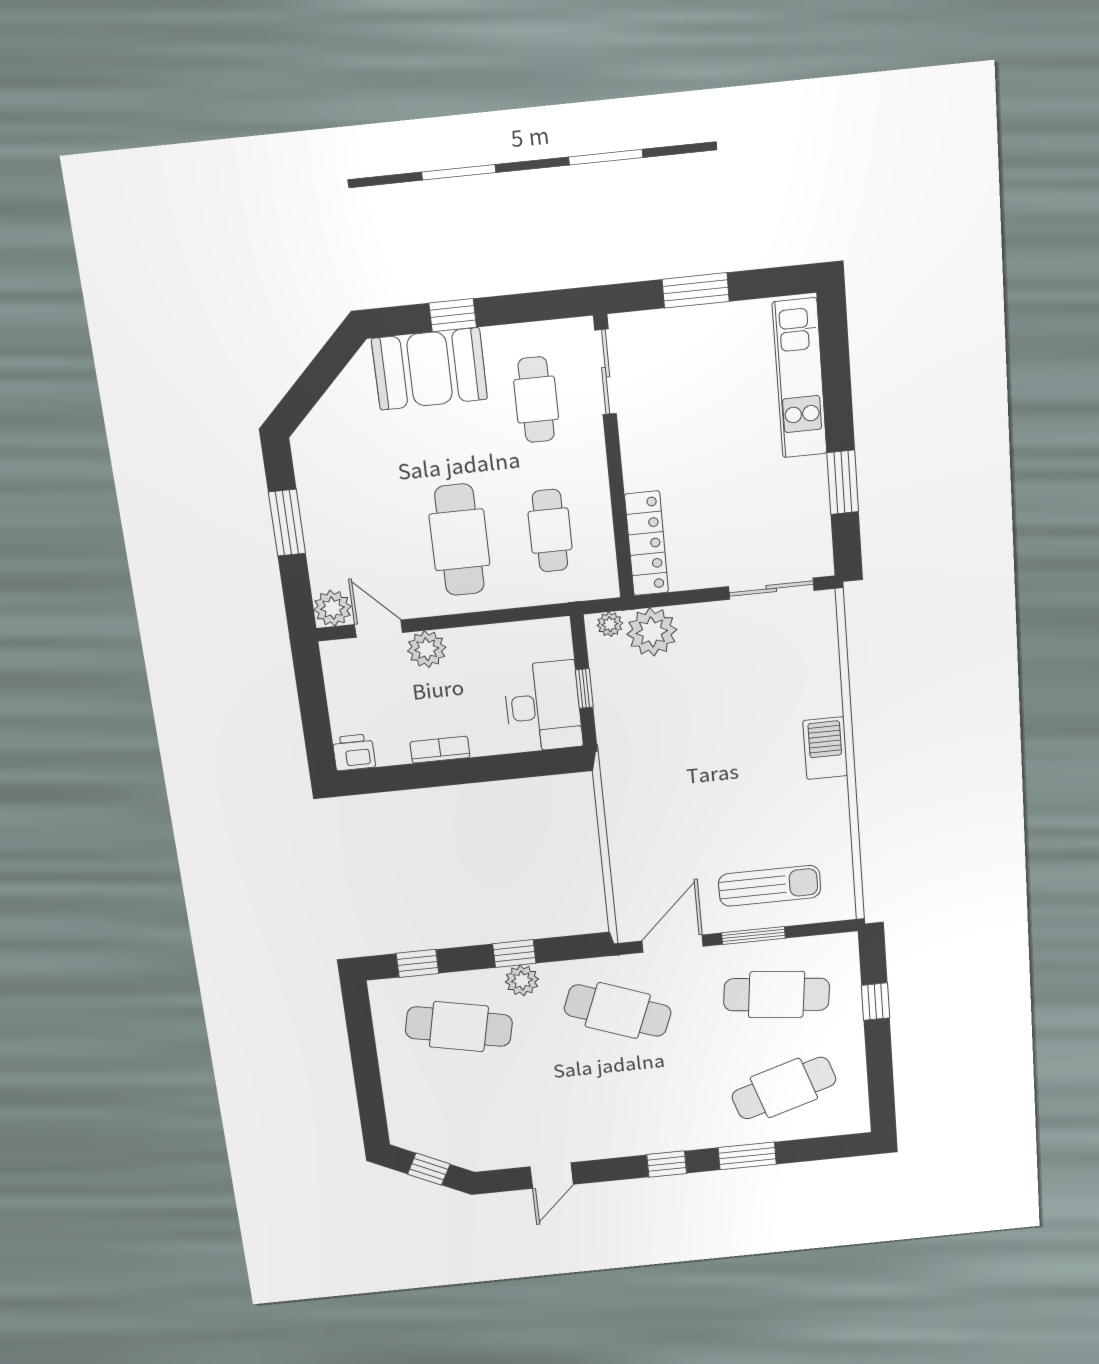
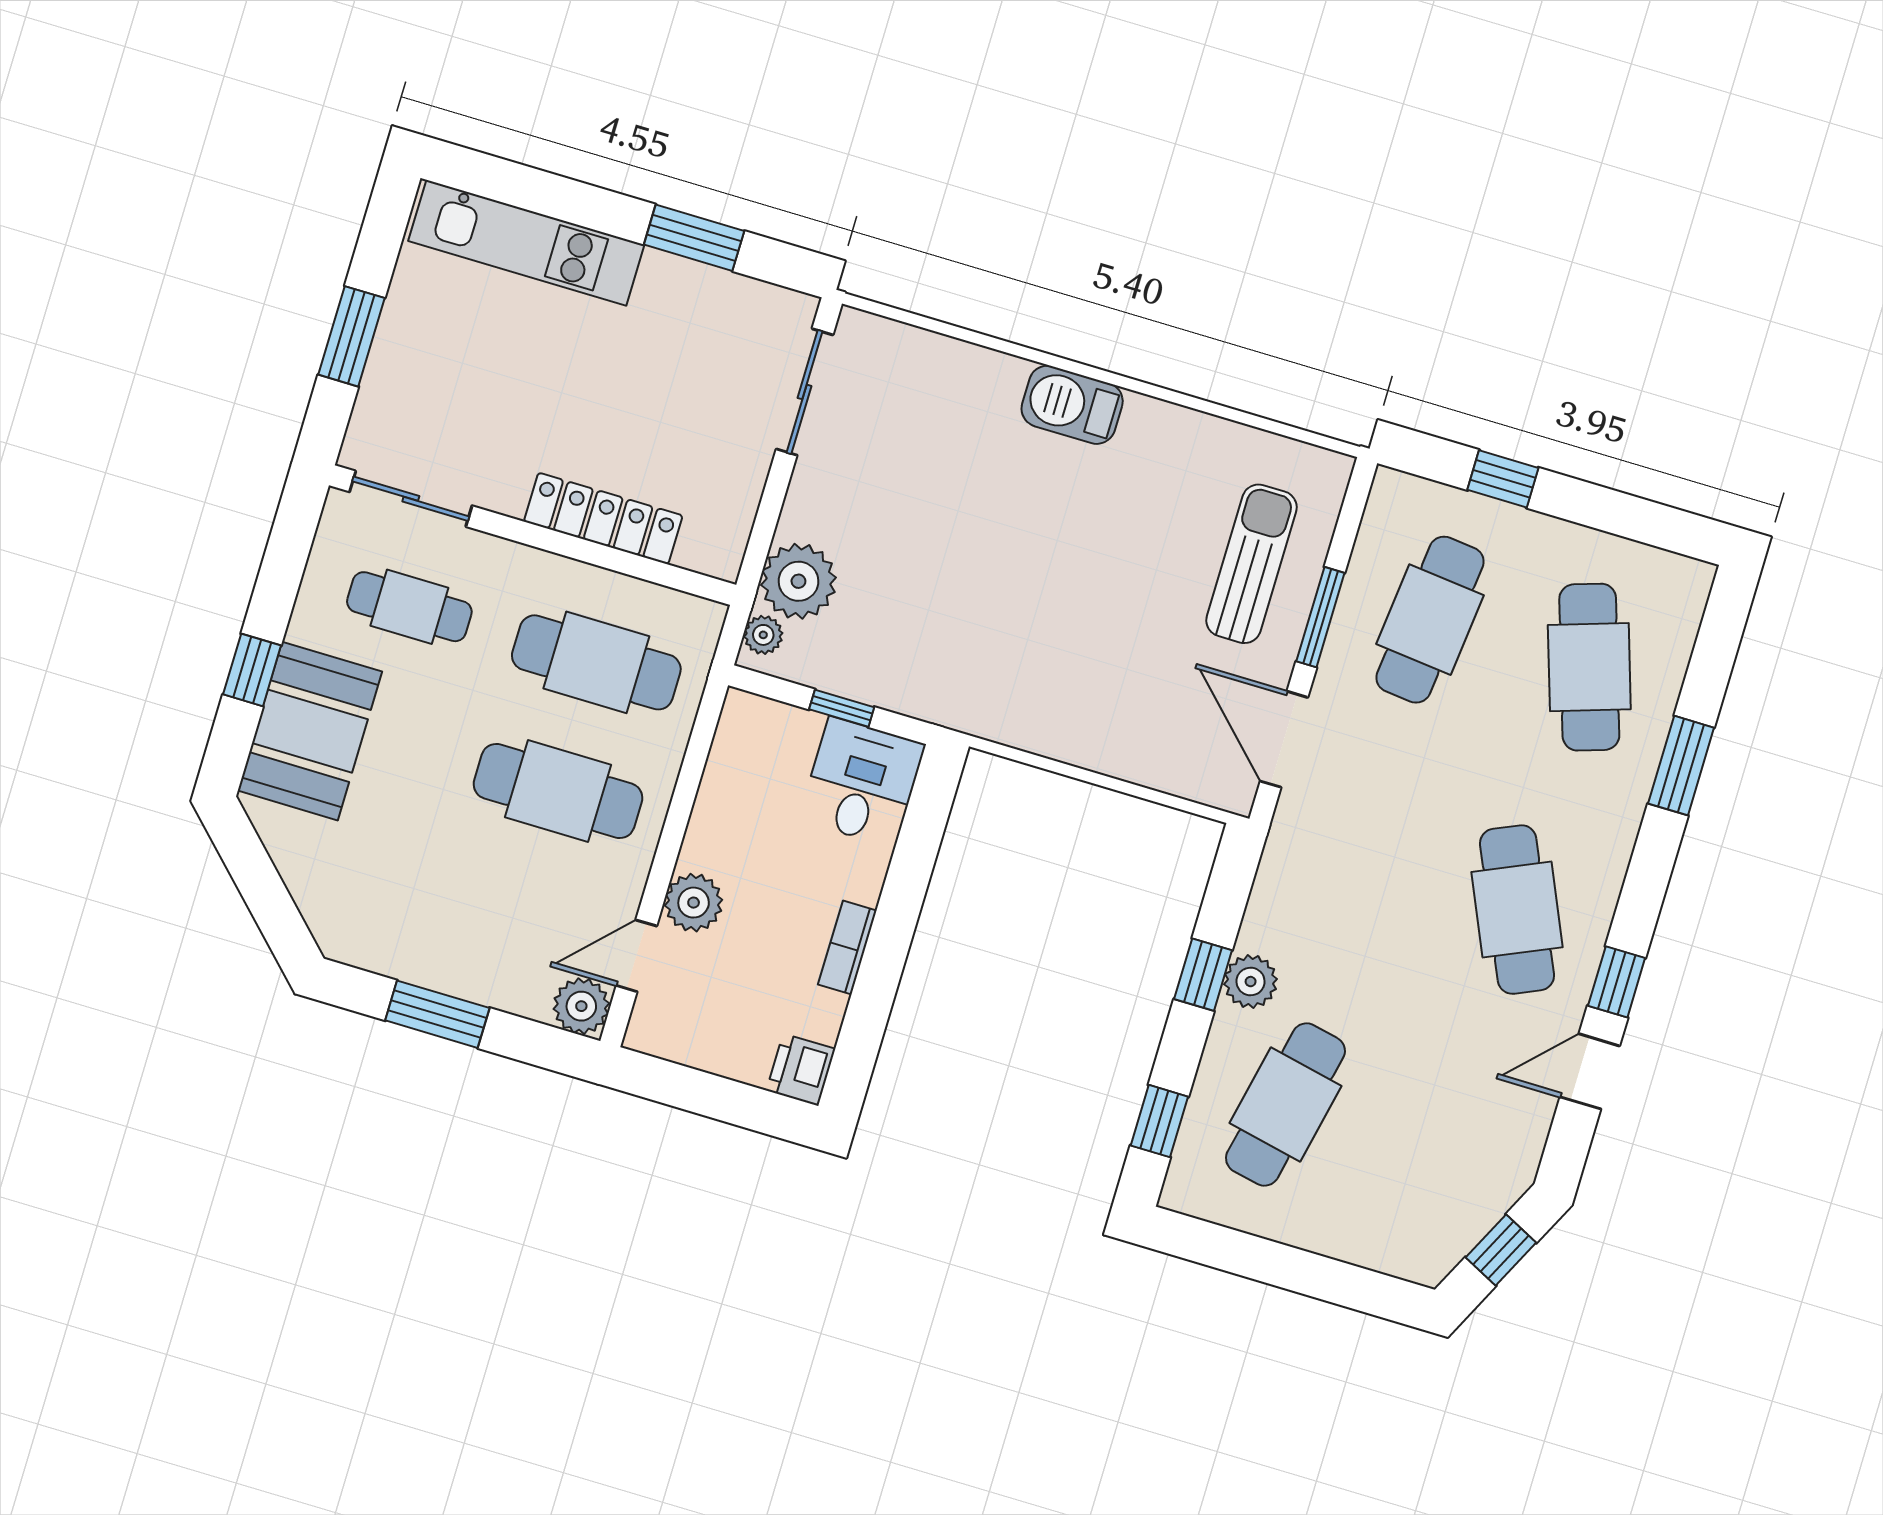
cafe table: (550, 531) -> (596, 662), width x1.37, depth x1.35
locker: (647, 543) -> (603, 518), moved
desk: (543, 706) -> (862, 782), width x0.73
cafe table: (618, 1011) -> (1517, 910), moved, turned -45
window: (667, 1164) -> (1617, 982), moved
door: (552, 1176) -> (1590, 1071), swing flipped

